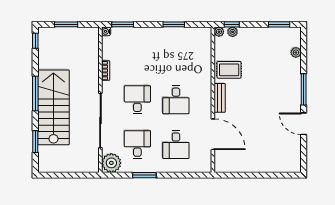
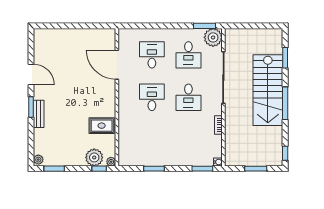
plant: (233, 32) -> (94, 157), width x1.87, depth x1.87
plant: (296, 52) -> (38, 160), moved
window: (304, 89) -> (31, 107), width x0.69
bench: (220, 98) -> (39, 114), moved
window: (144, 175) -> (205, 26), moved

